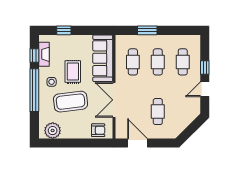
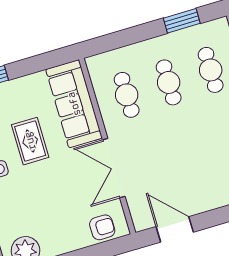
window: (147, 30) -> (182, 21), moved
coffee table: (71, 102) -> (41, 193), removed
cafe table: (158, 112) -> (193, 166), removed

